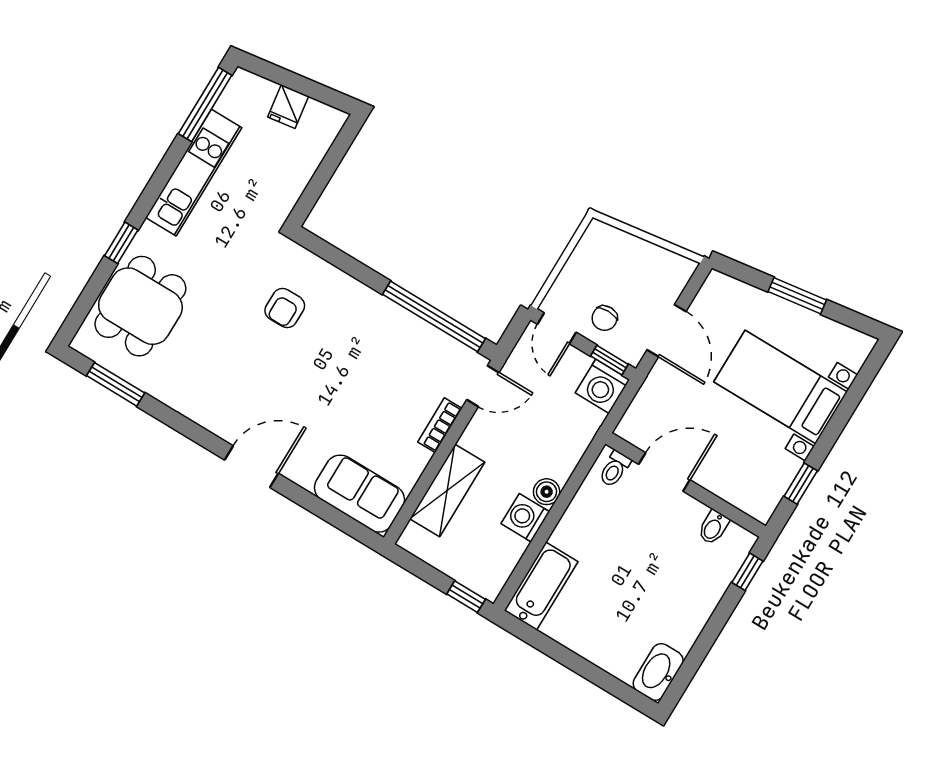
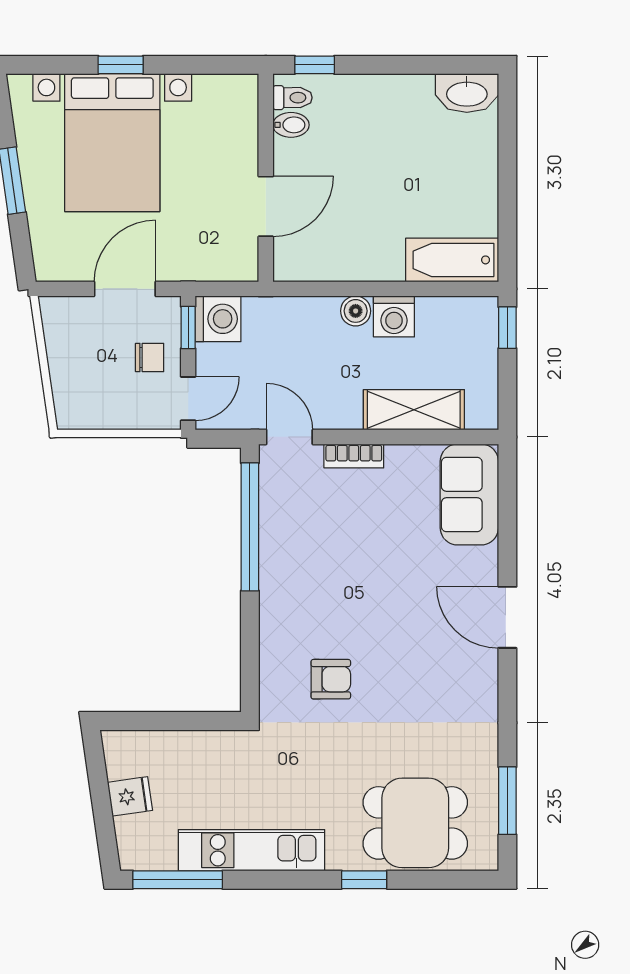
bed with nightstands: (781, 387) -> (112, 143), width x1.36
toilet: (615, 469) -> (292, 98), moved
door: (664, 472) -> (266, 206), swing flipped
window: (801, 484) -> (121, 65), moved

